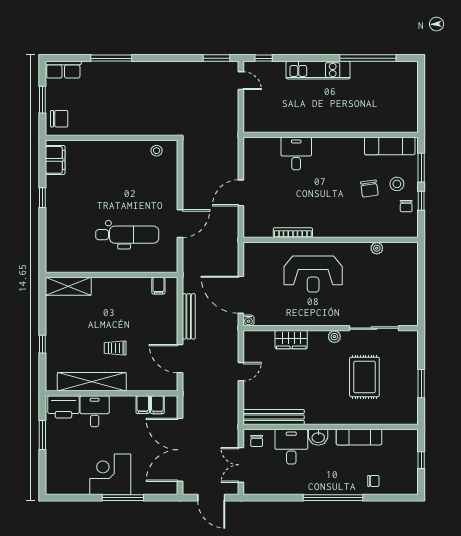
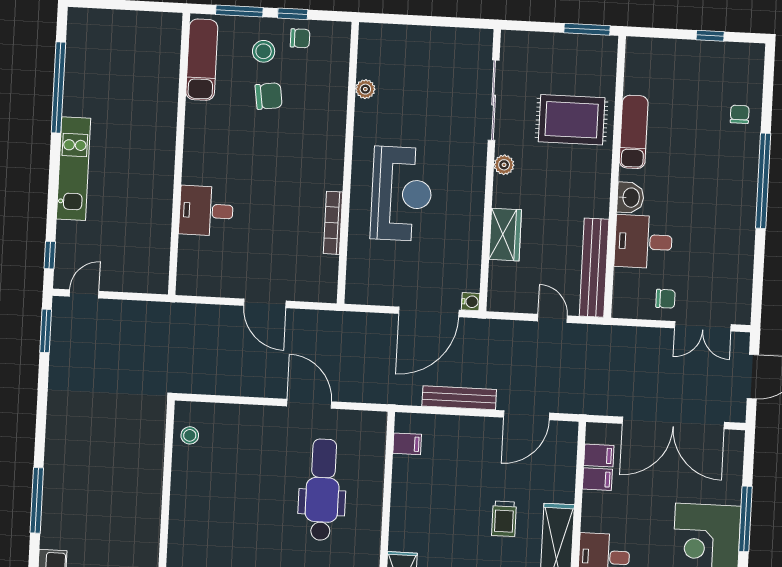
bench: (274, 417) -> (594, 268), moved
wall: (331, 427) -> (615, 177), moved
washbasin: (318, 437) -> (630, 197), moved
exam couch: (359, 437) -> (634, 132), moved
desk: (291, 447) -> (643, 242), moved

